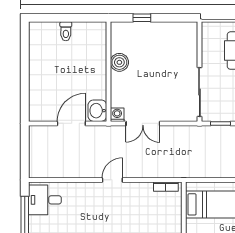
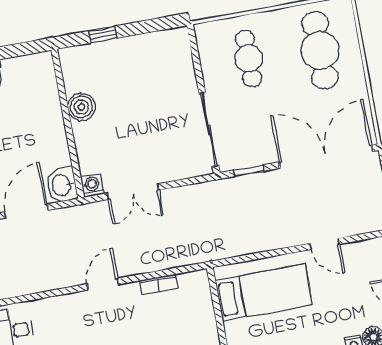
bookcase: (166, 187) -> (159, 284), moved

